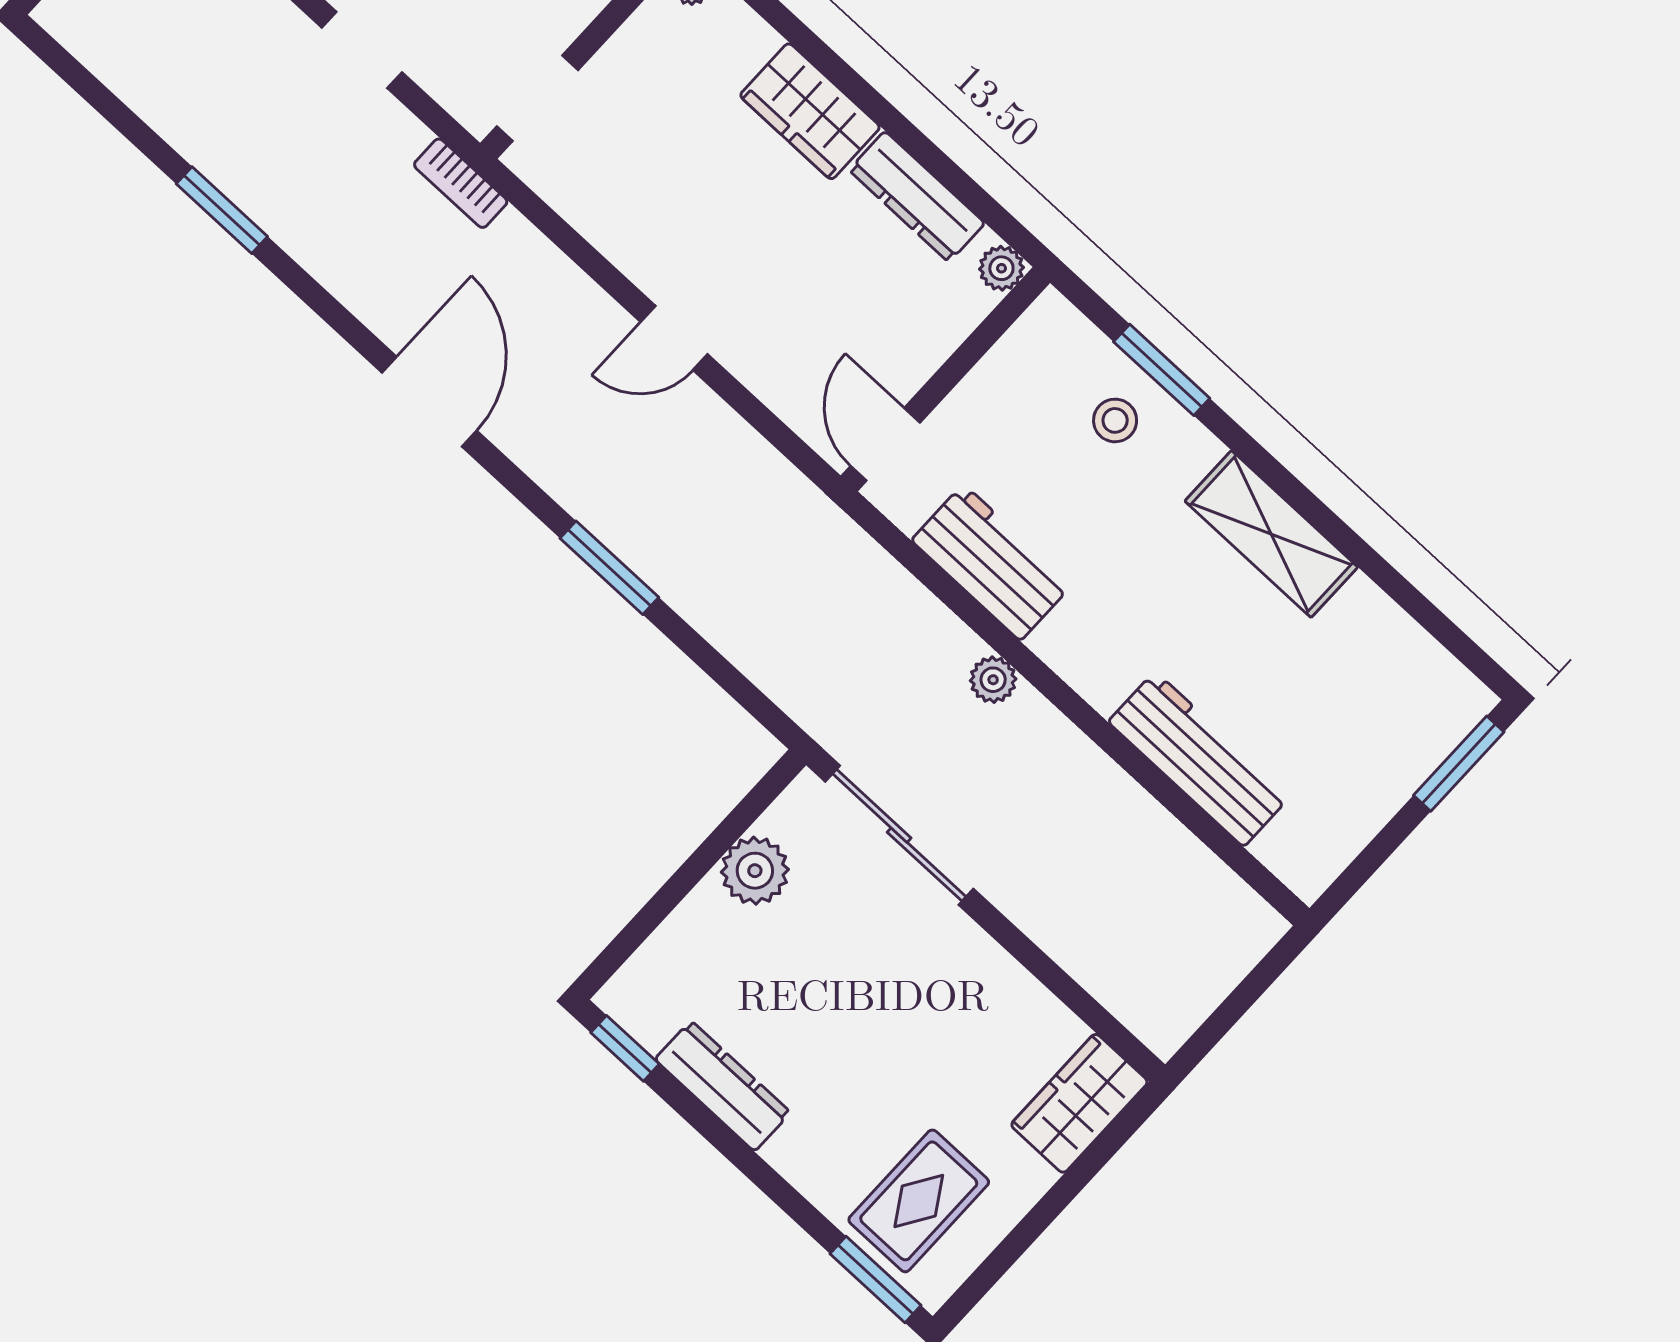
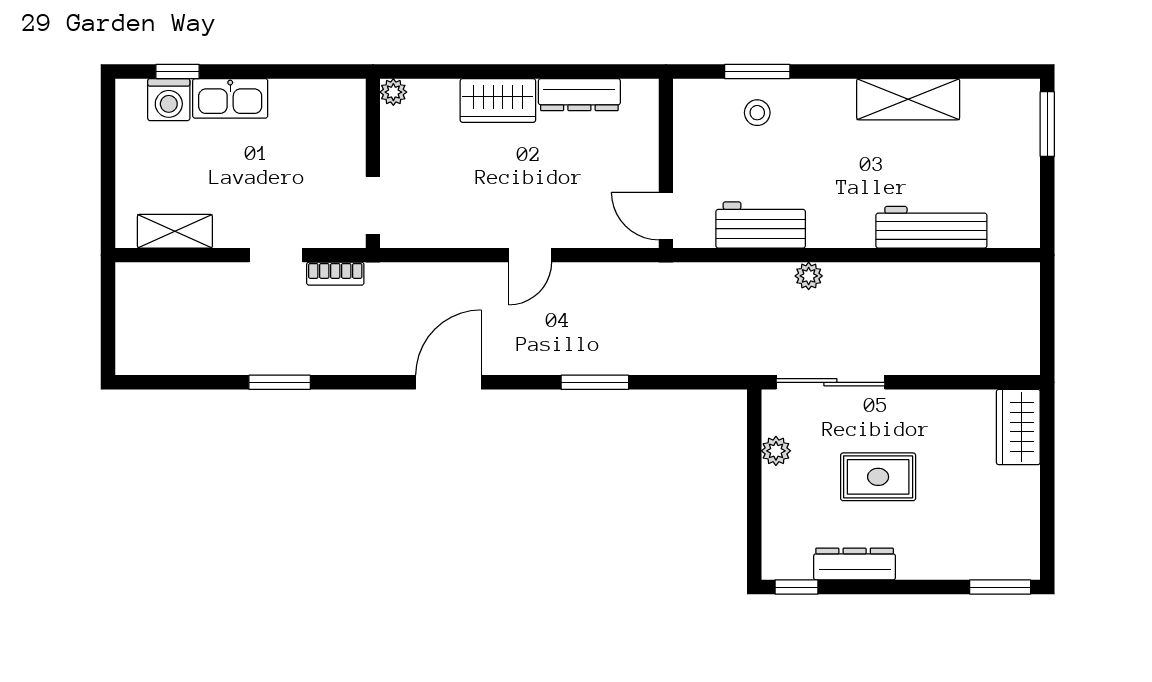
bookcase: (461, 183) -> (335, 274), moved
plant: (1001, 268) -> (646, 92), removed
door: (429, 402) -> (448, 382), hinge flipped
shelving: (1271, 534) -> (908, 99), moved
plant: (755, 871) -> (776, 451), width x0.73, depth x0.73
rug: (919, 1201) -> (878, 477), moved, turned 90

